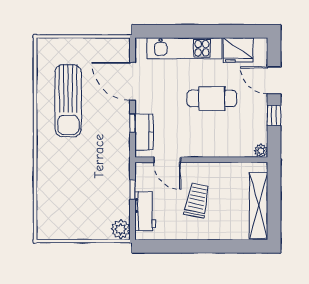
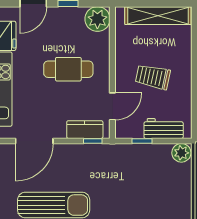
cafe table: (212, 98) -> (68, 69), moved, turned 90
window: (133, 123) -> (93, 141), moved
plant: (261, 151) -> (97, 19), width x1.88, depth x1.88

